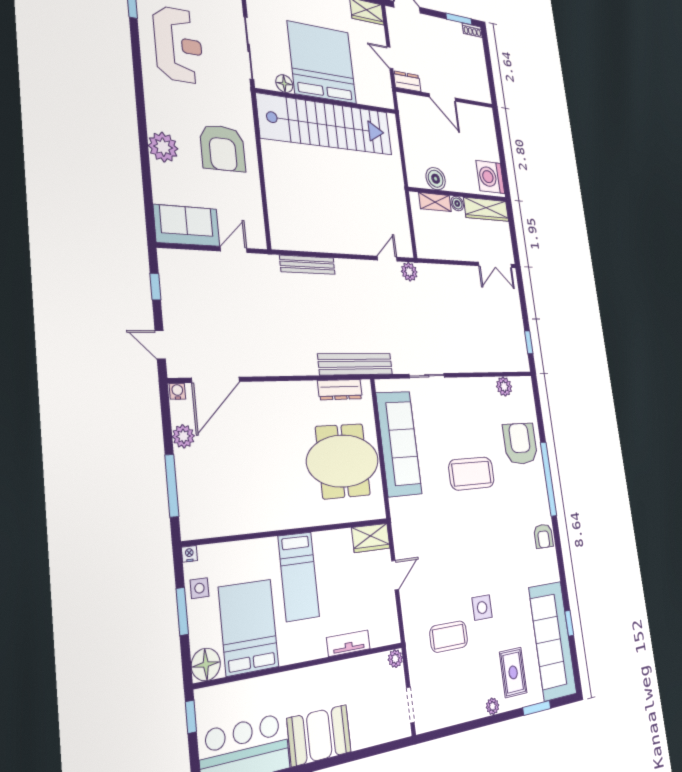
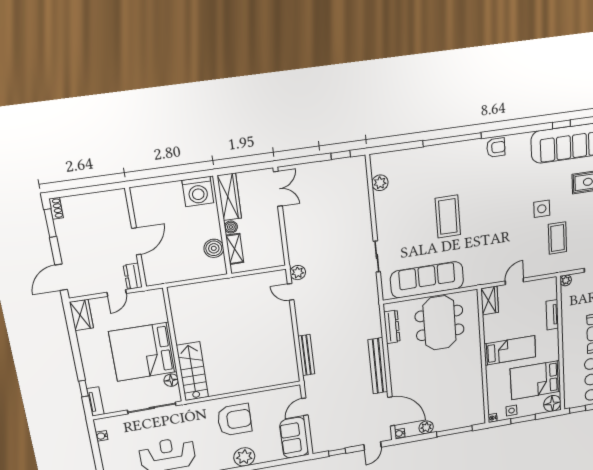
stairs: (326, 125) -> (192, 371), width x0.54, depth x0.66
door: (234, 250) -> (305, 407), hinge flipped
bench: (356, 364) -> (378, 366), moved
armchair: (520, 444) -> (425, 168), removed
door: (395, 575) -> (514, 281), hinge flipped

